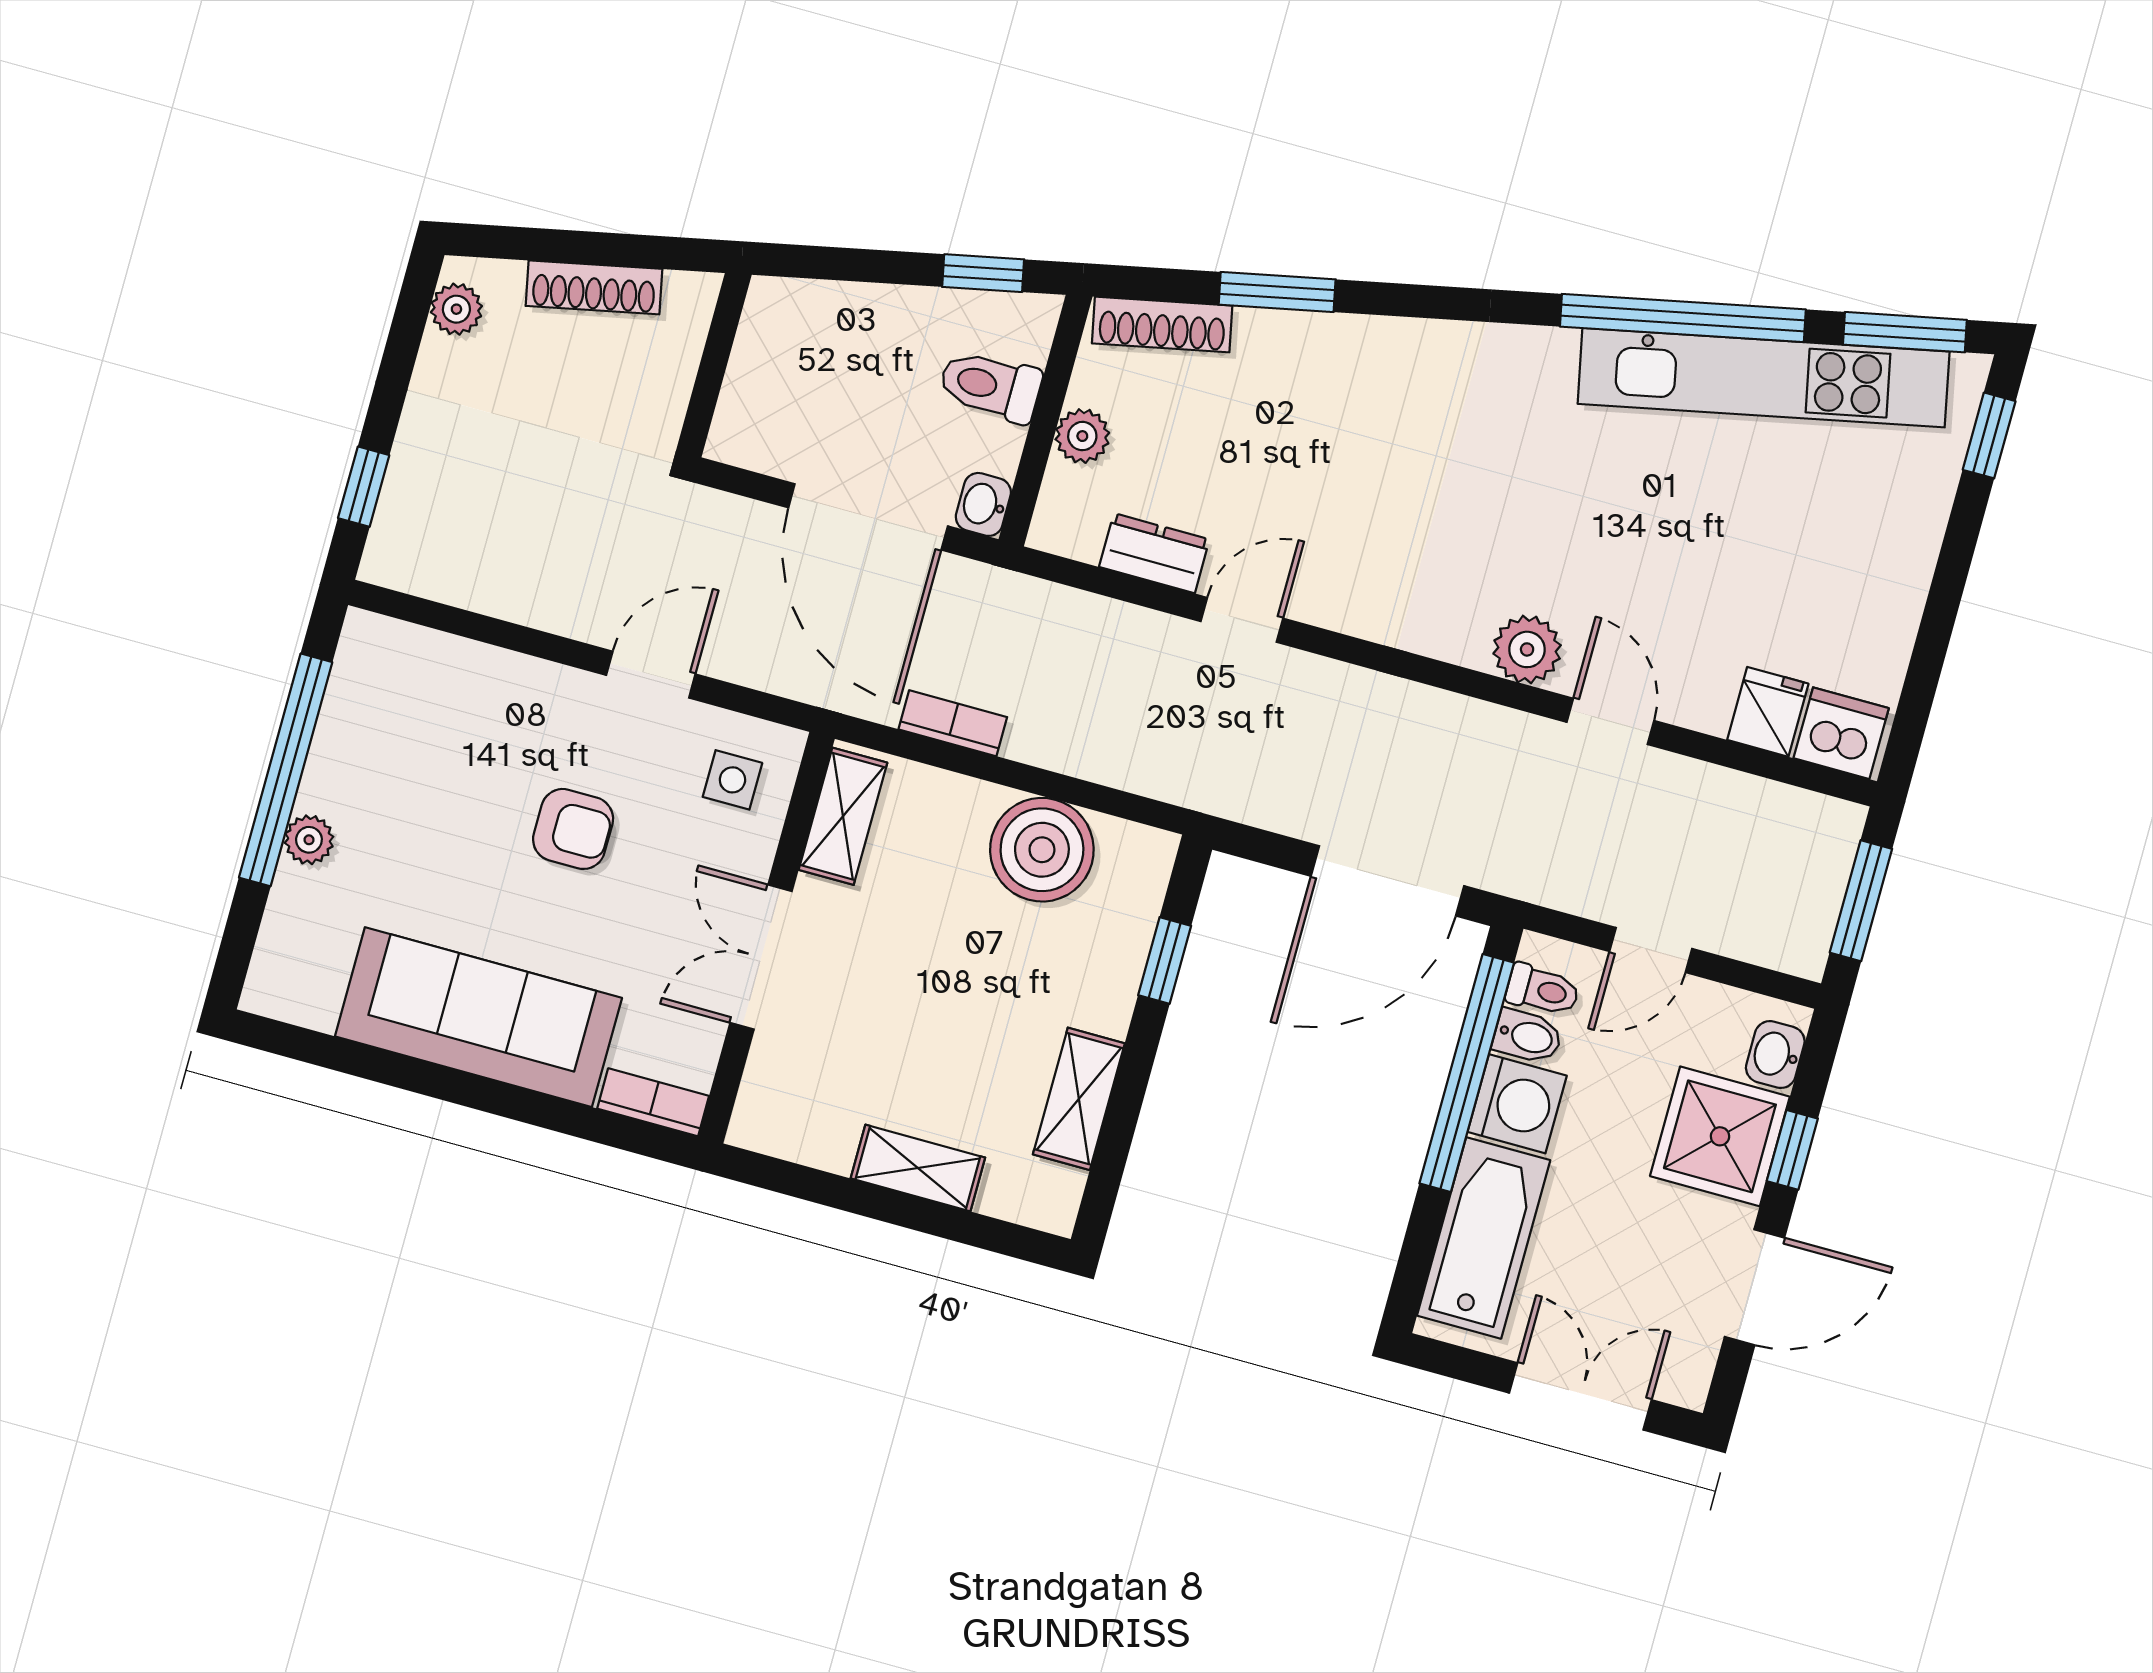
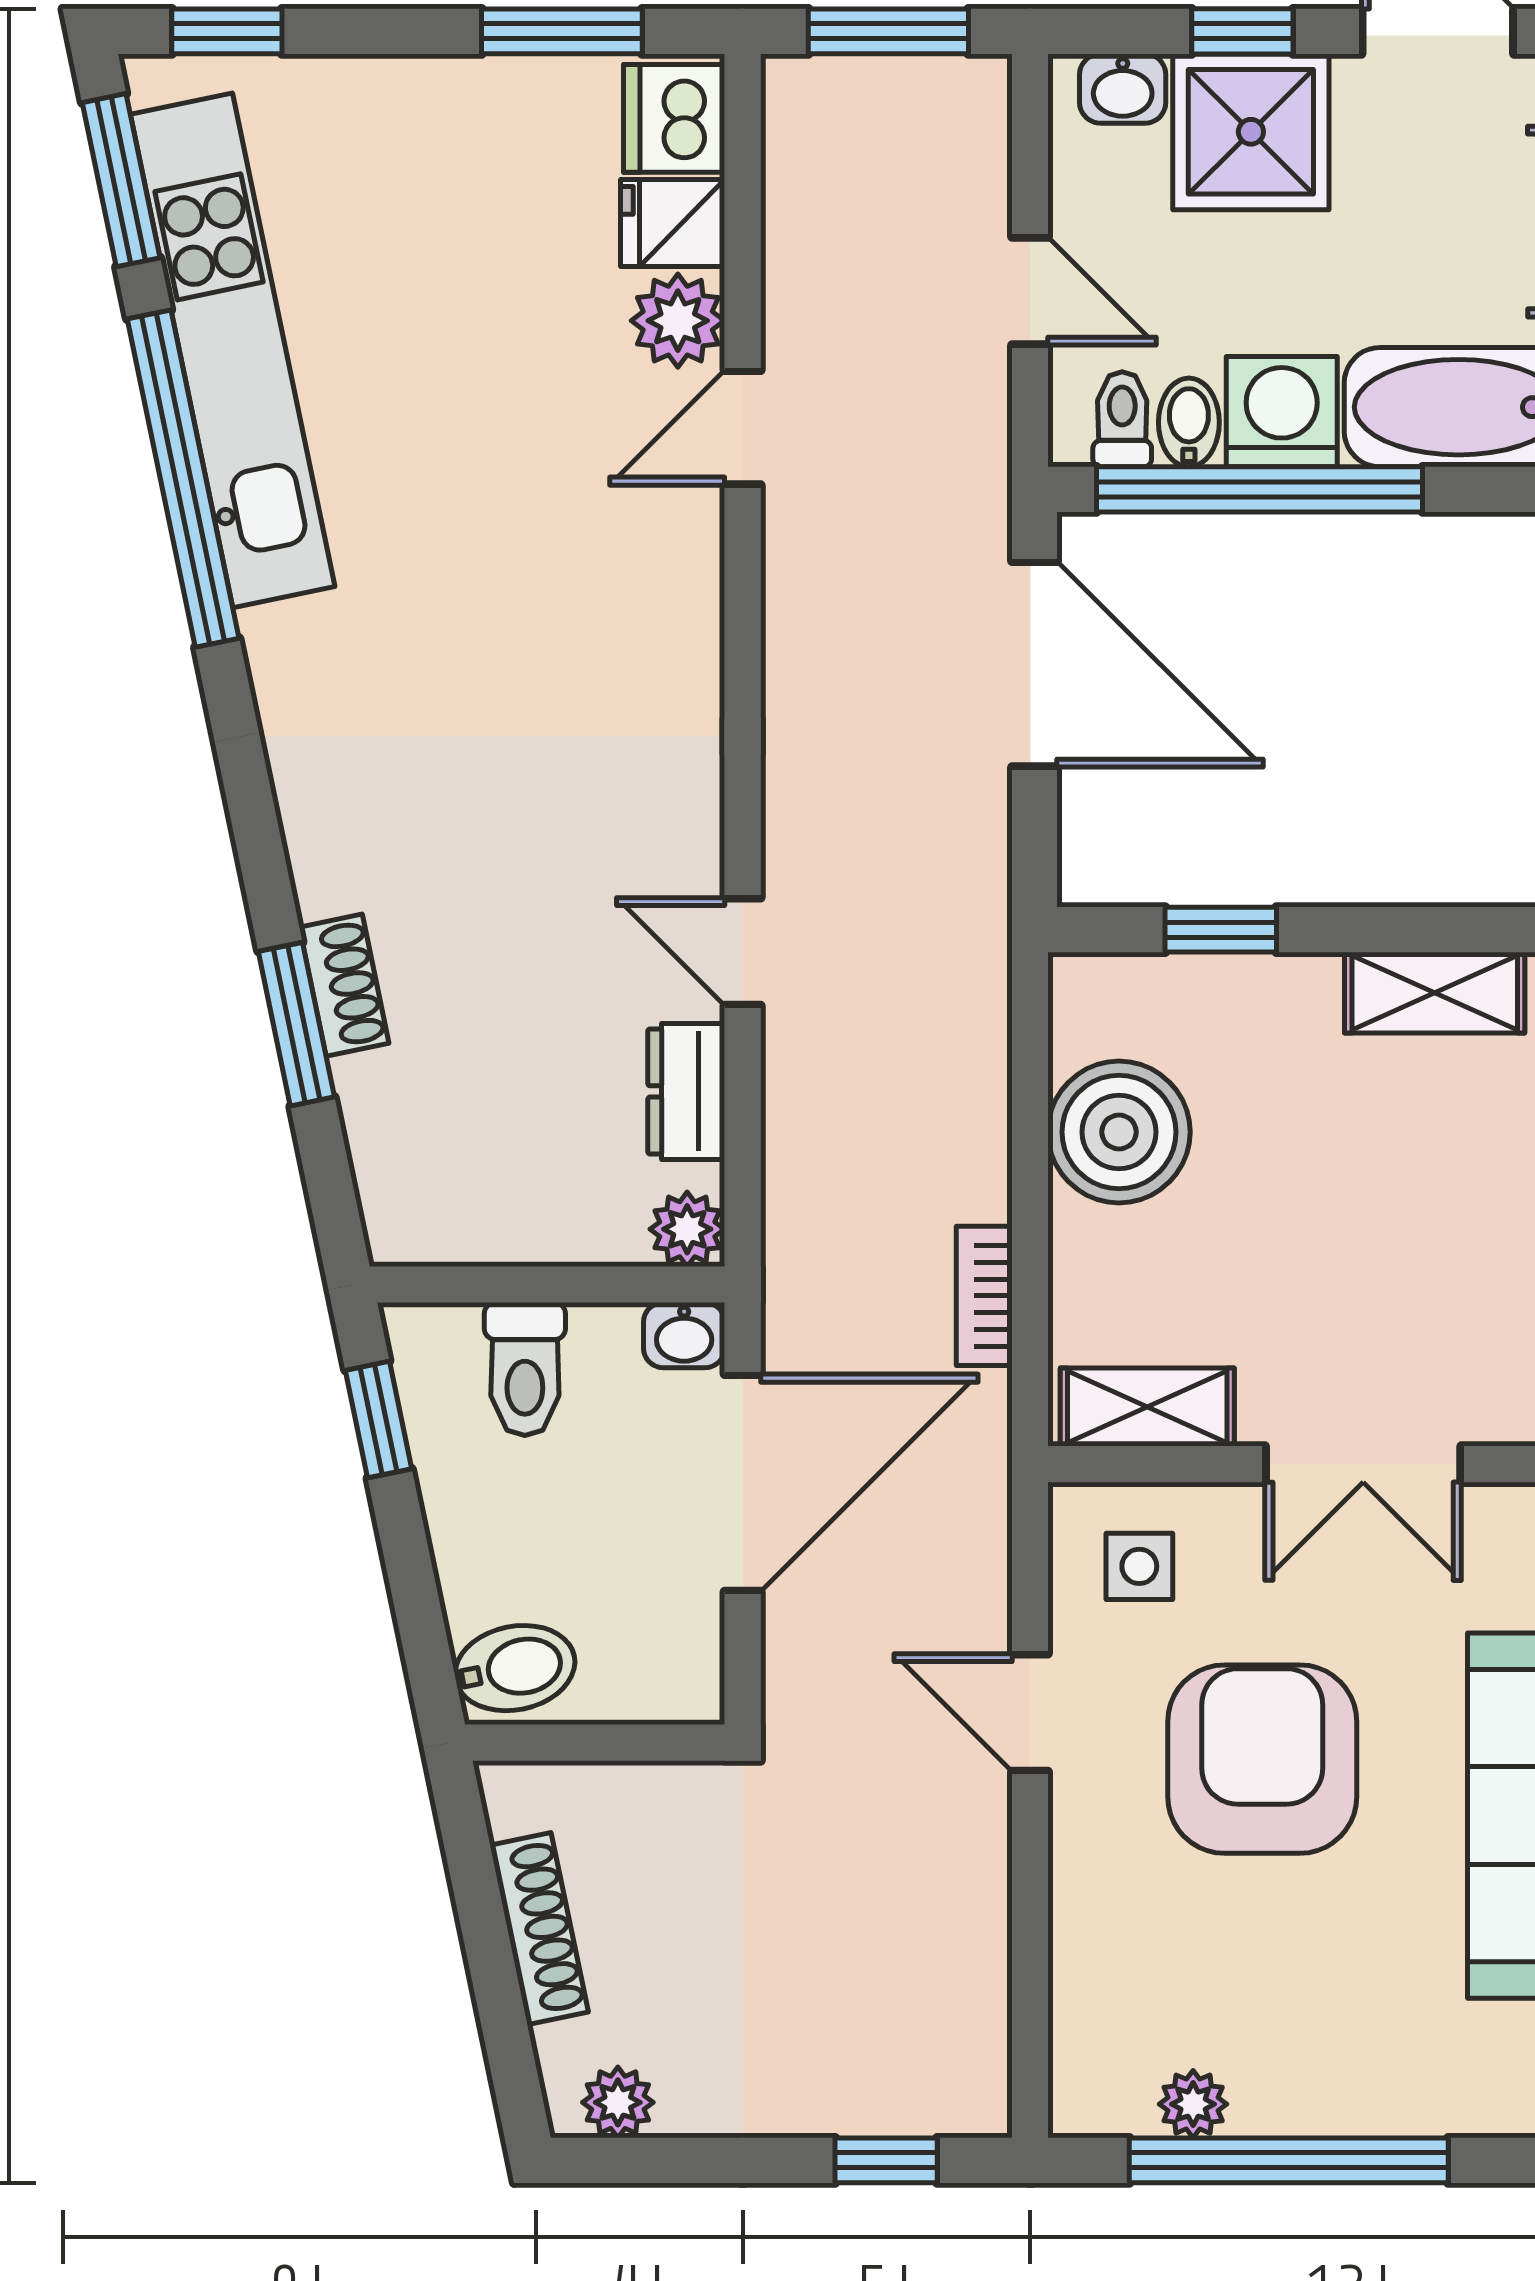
bidet: (782, 321) -> (515, 1668), added
shoe rack: (1162, 325) -> (344, 985), moved, width x0.70
plant: (1082, 436) -> (687, 1229), moved
plant: (1527, 649) -> (678, 321), moved
window: (1924, 671) -> (562, 31), added
armchair: (573, 829) -> (1262, 1759), width x1.88, depth x1.88
plant: (309, 840) -> (1193, 2104), moved

